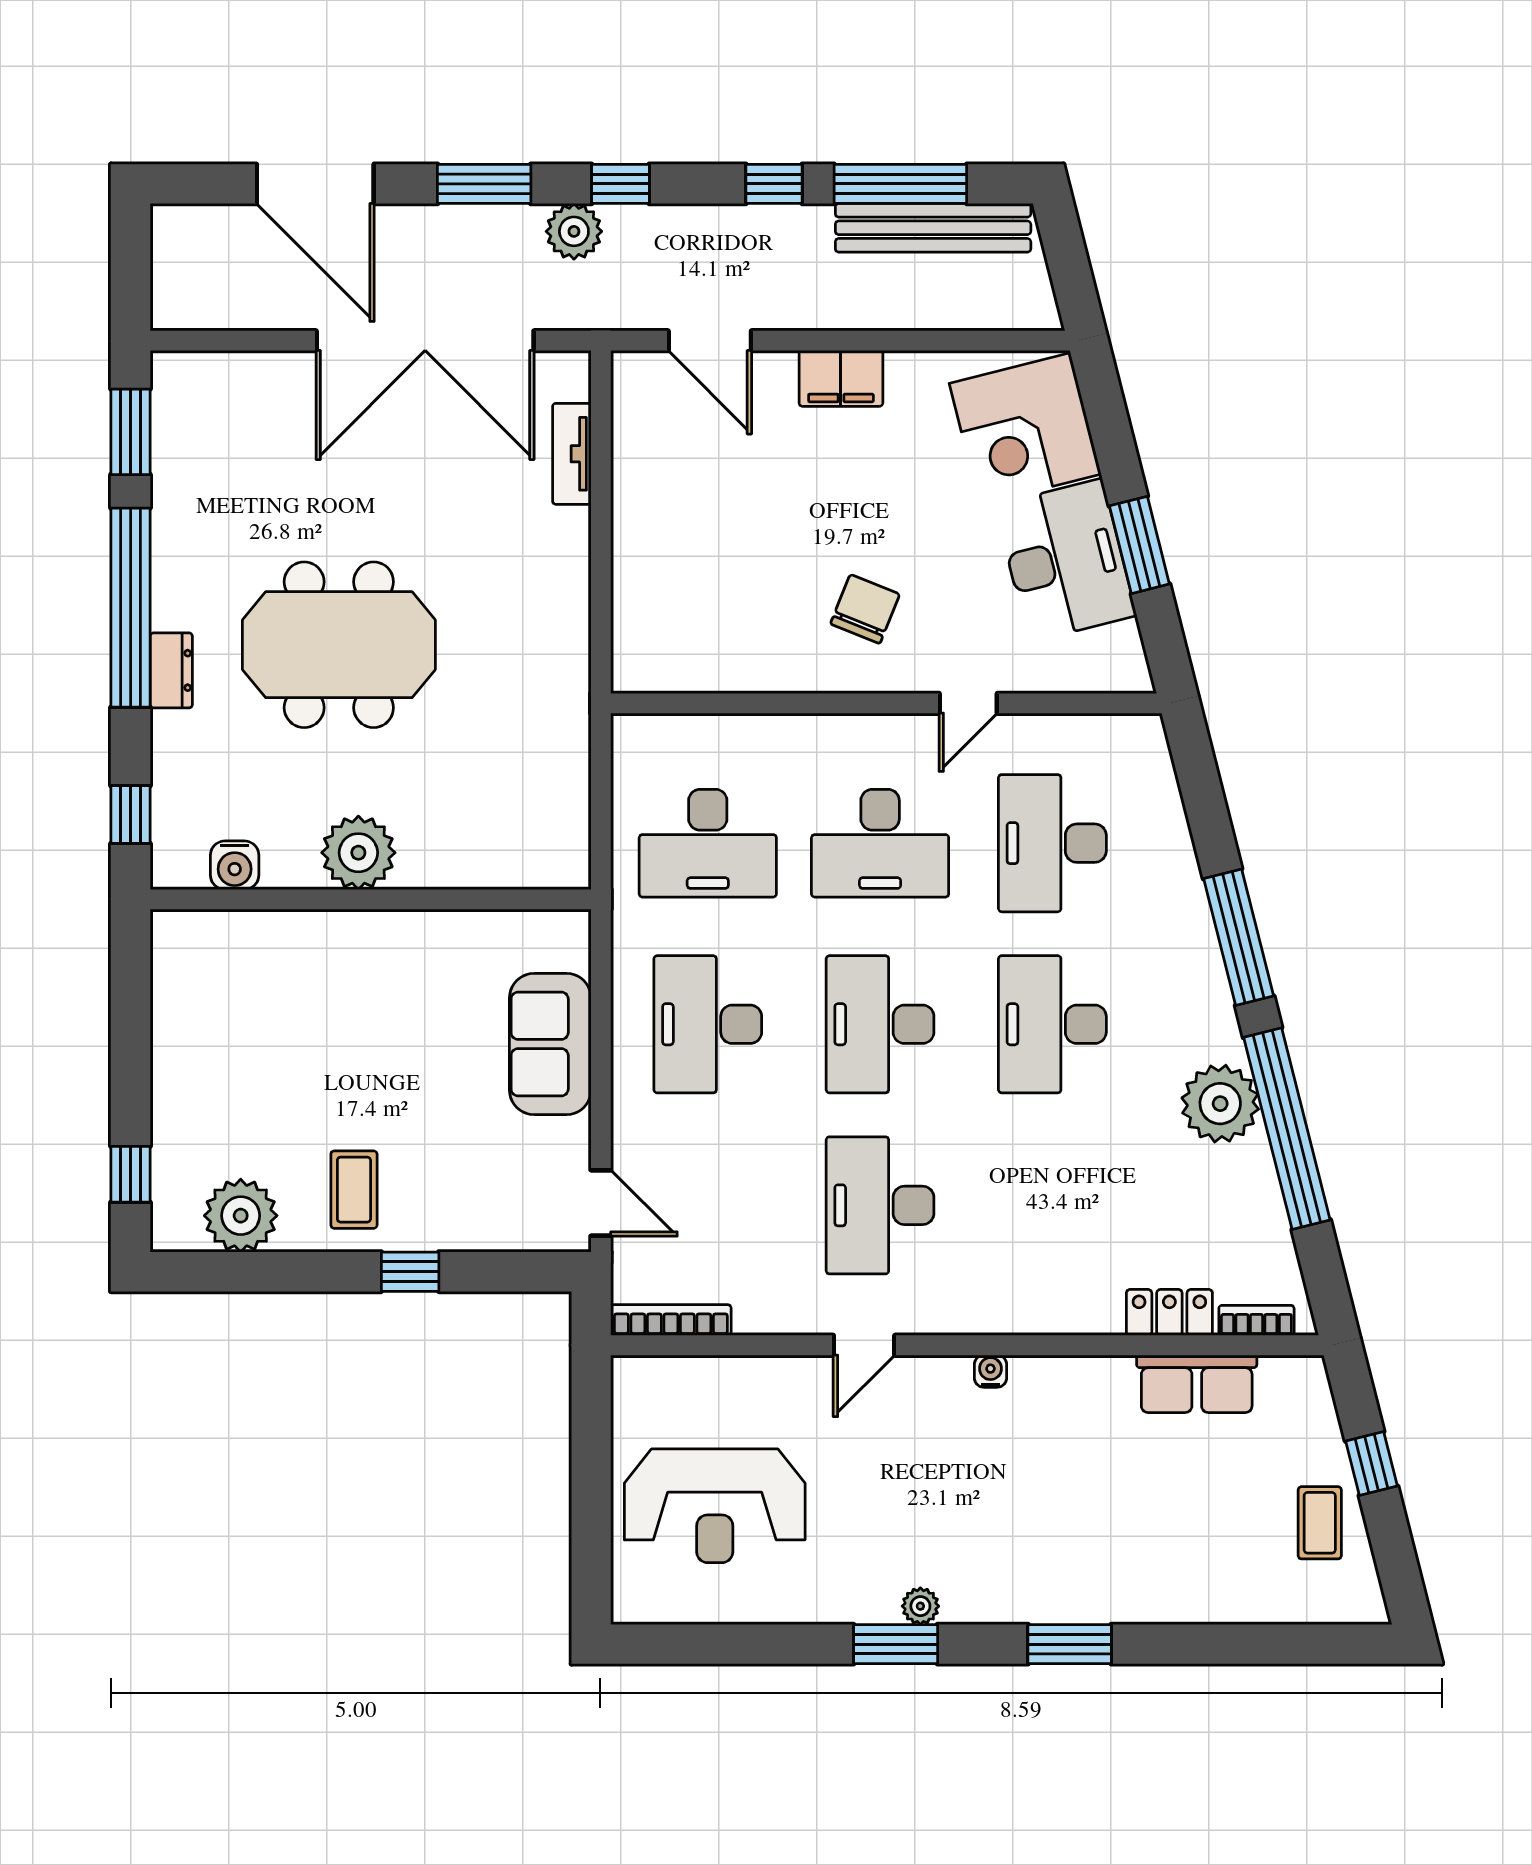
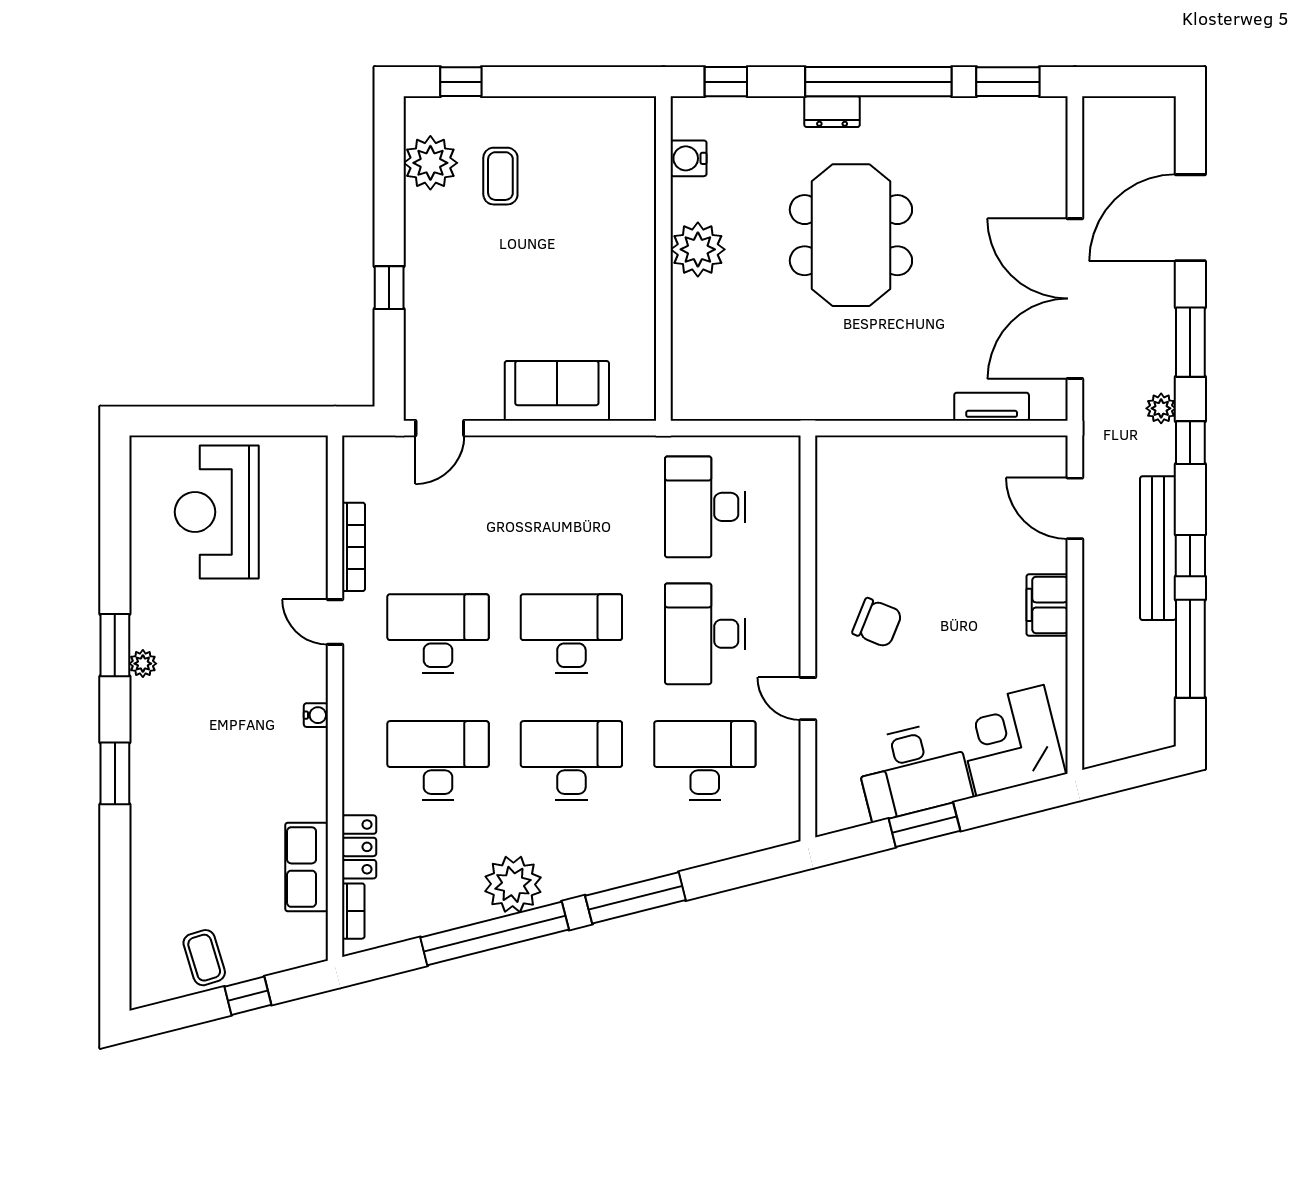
bench: (933, 228) -> (1158, 548), moved
plant: (574, 231) -> (1161, 408), width x0.73, depth x0.73
door: (710, 341) -> (1075, 508), hinge flipped
desk: (708, 1024) -> (438, 761), moved
coffee table: (354, 1190) -> (500, 176), moved, turned 90
bookcase: (671, 1320) -> (354, 547), moved
coffee table: (1320, 1523) -> (204, 958), turned 73

